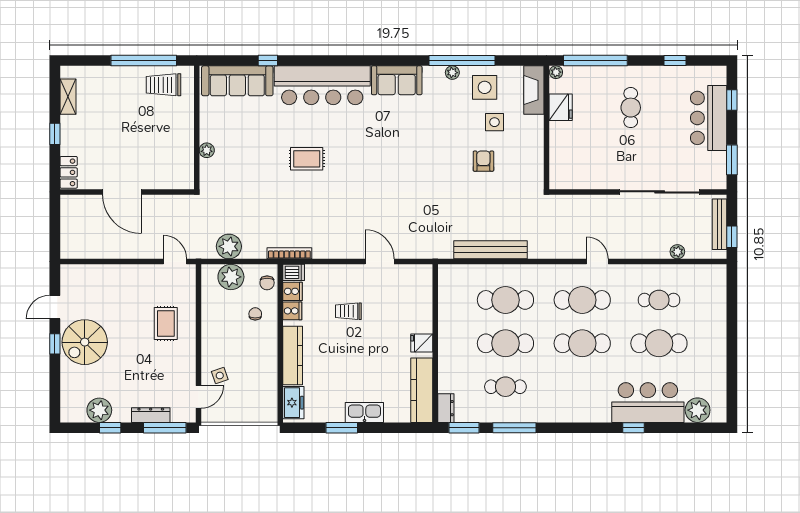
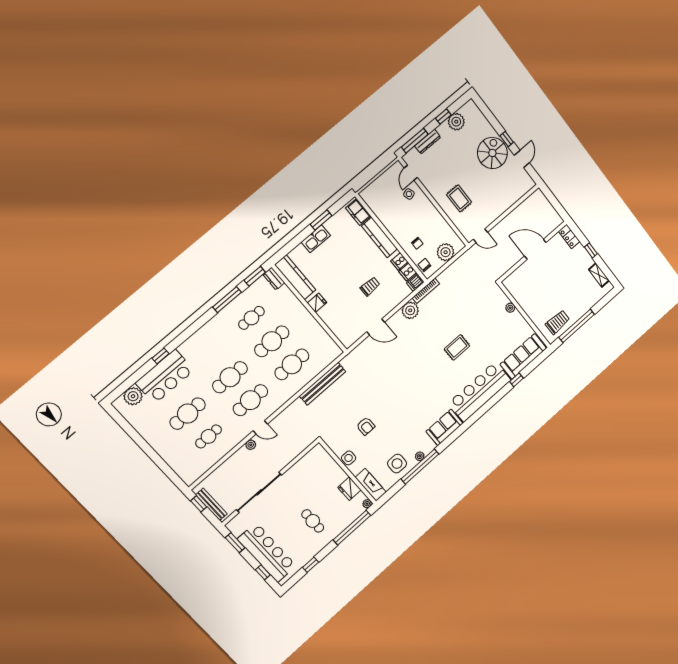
bar counter: (709, 118) -> (267, 552), width x1.36
side table: (494, 122) -> (349, 458), moved
plant: (229, 246) -> (410, 310), moved
plant: (677, 252) -> (251, 445), moved

